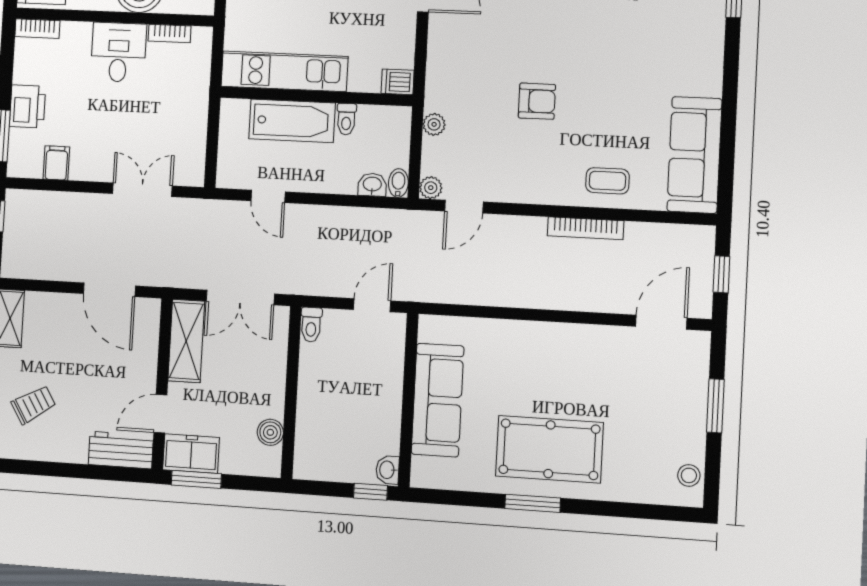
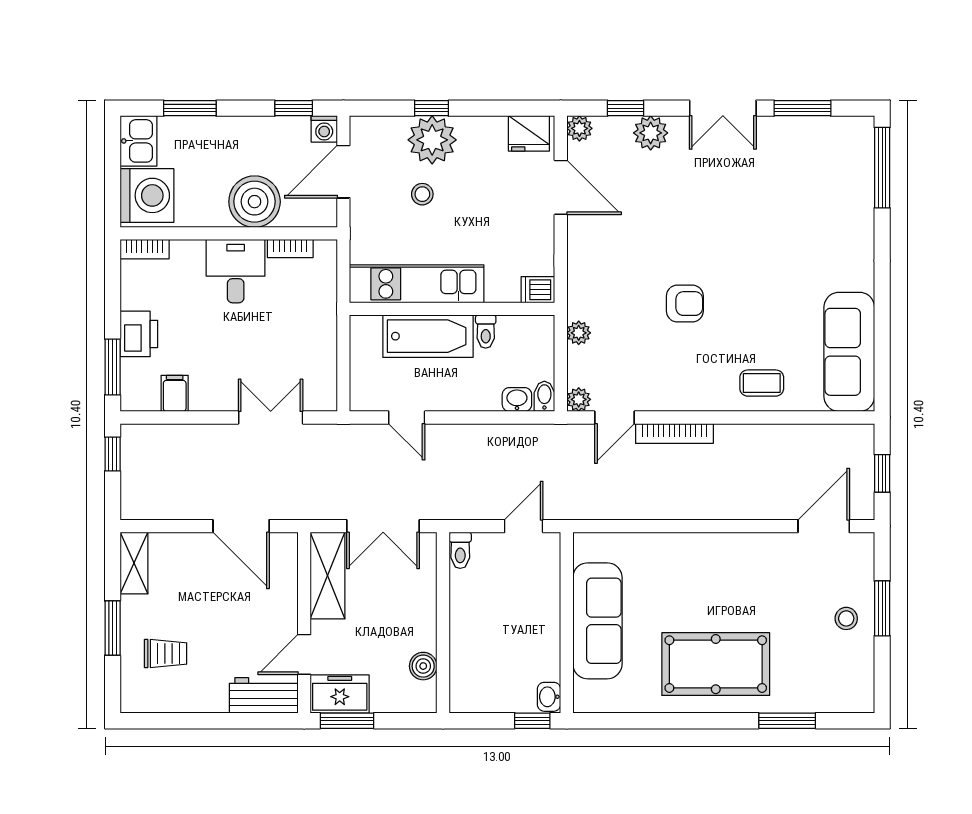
bookcase: (586, 228) -> (674, 433), moved
trolley: (34, 405) -> (166, 653), turned 31
stool: (689, 475) -> (846, 618), moved
window: (533, 503) -> (787, 721), moved

